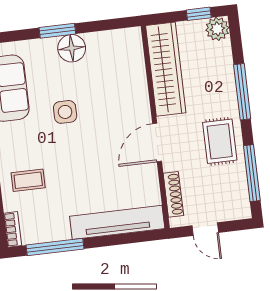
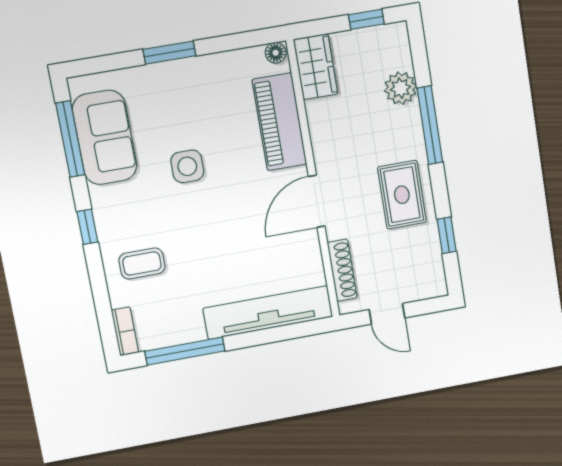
plant: (217, 29) -> (400, 88), moved
floor lamp: (72, 48) -> (276, 53), moved, width x0.53, depth x0.53
wardrobe: (166, 69) -> (316, 67), width x0.48, depth x0.85
piano: (133, 84) -> (280, 122), added
window: (252, 173) -> (447, 235), width x0.46

